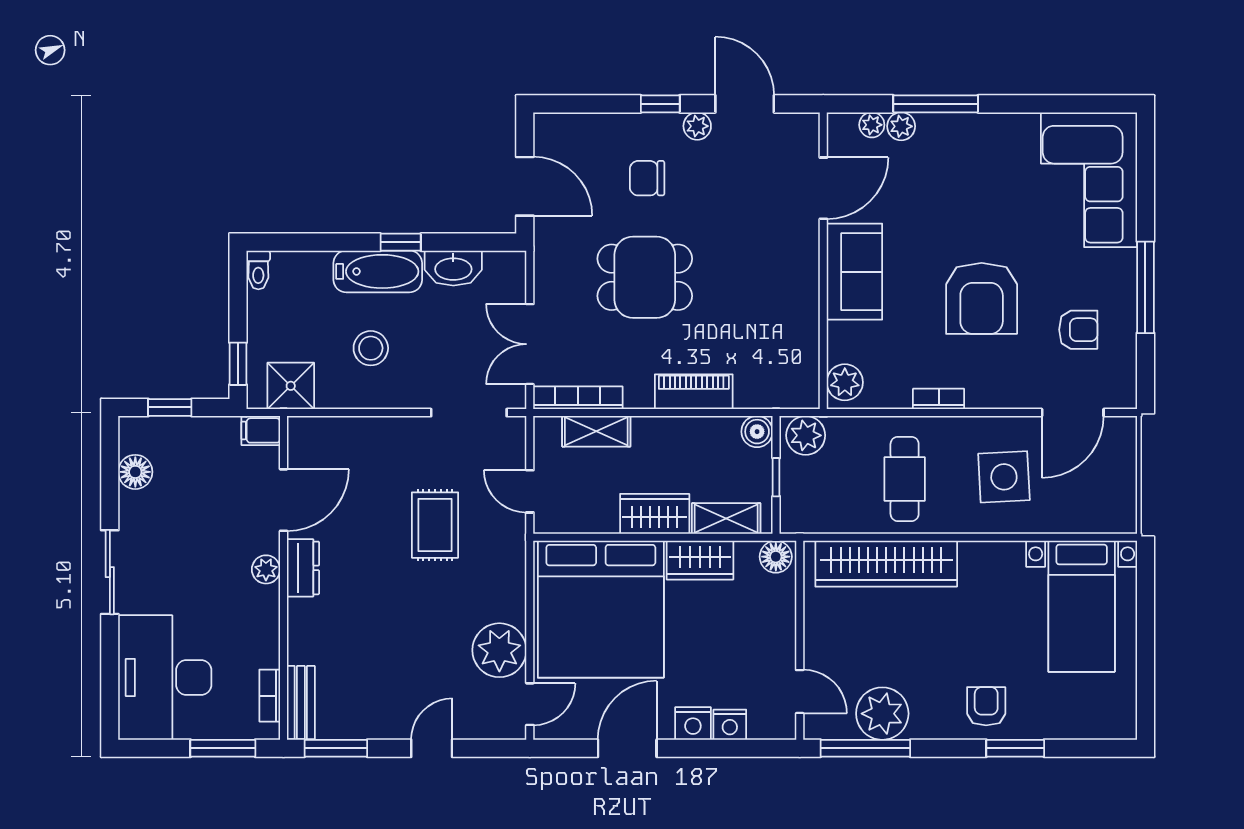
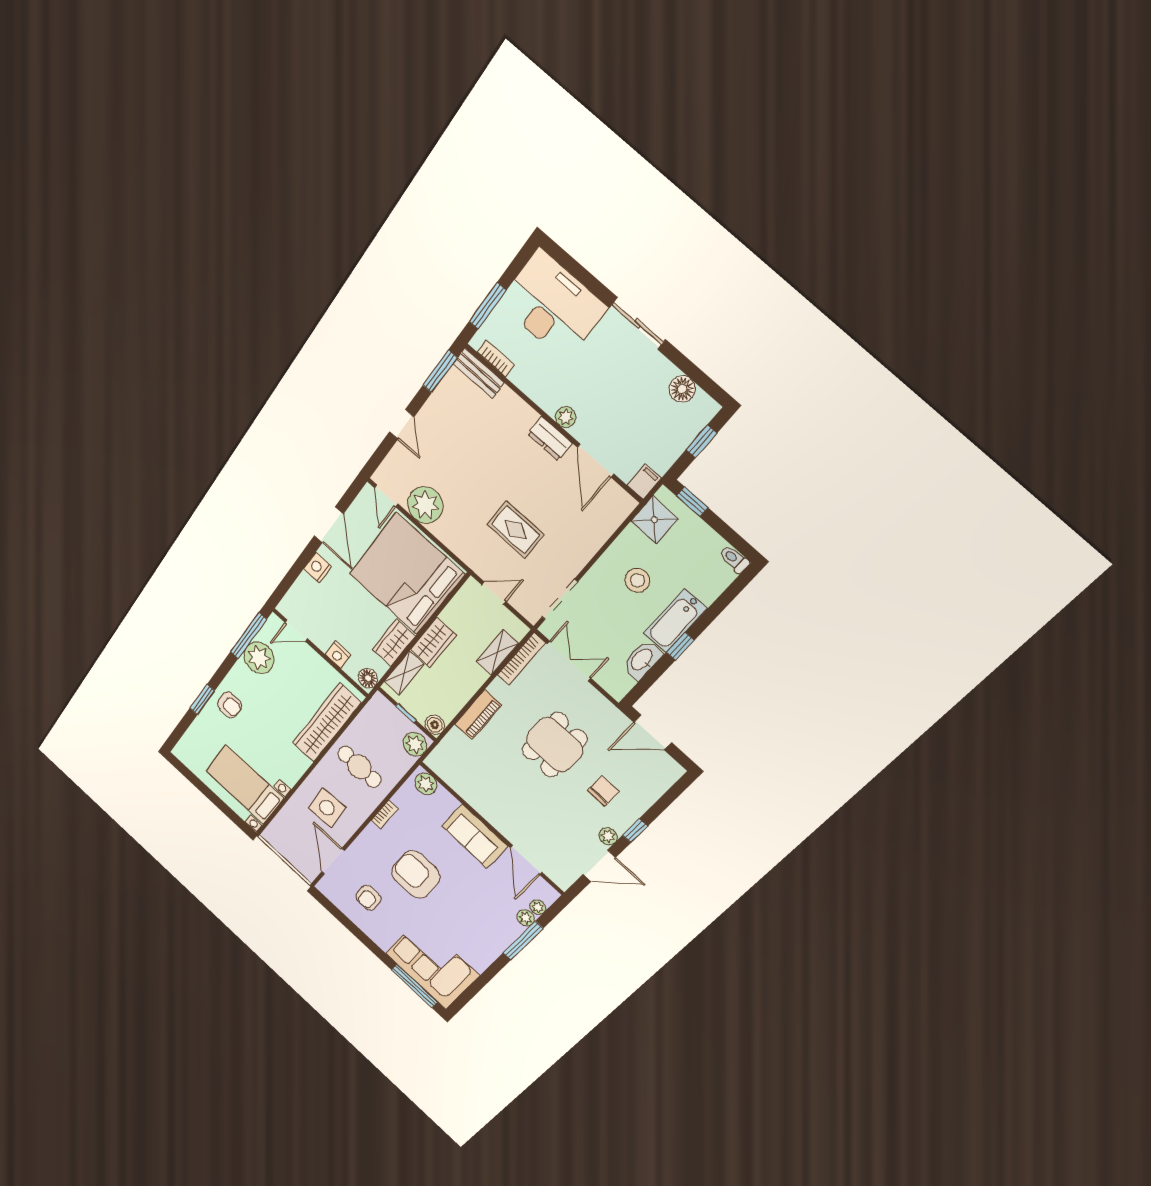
window: (1145, 287) -> (414, 986), moved
nightstand: (730, 725) -> (338, 655), moved, turned -90

